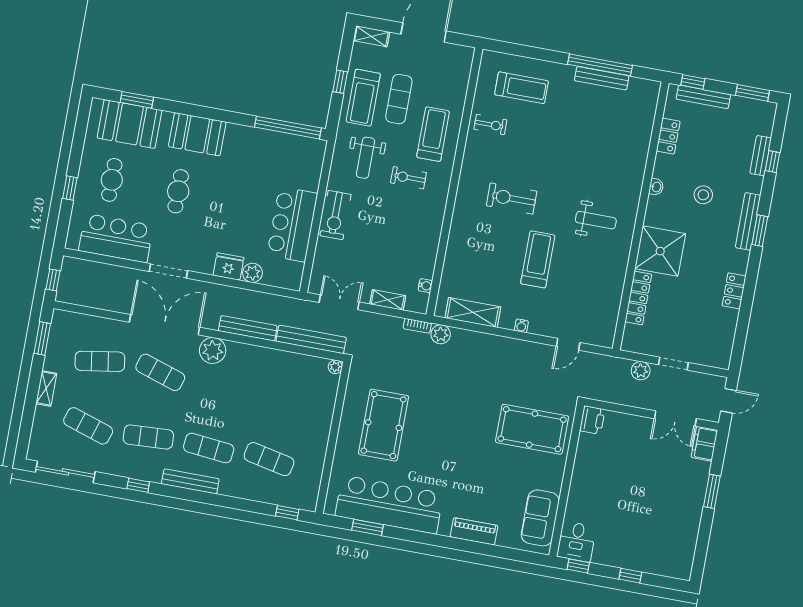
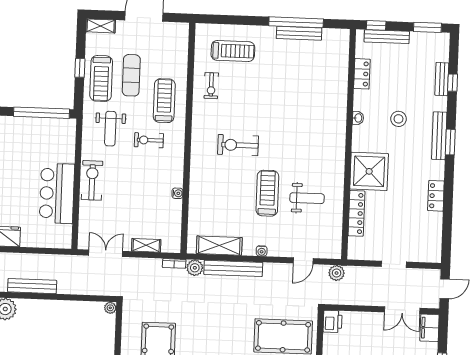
exercise bike: (490, 125) -> (211, 86), turned 90
exercise bike: (335, 215) -> (92, 180), turned 180
weight bench: (596, 220) -> (307, 198), moved
plant: (252, 273) -> (29, 239), removed
water cooler: (425, 286) -> (177, 193), moved
bench: (311, 339) -> (233, 268), moved
plant: (641, 371) -> (337, 273), moved

